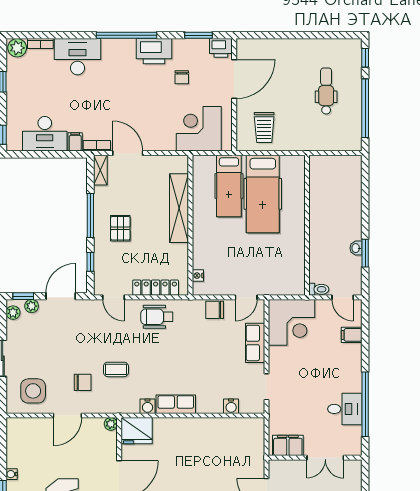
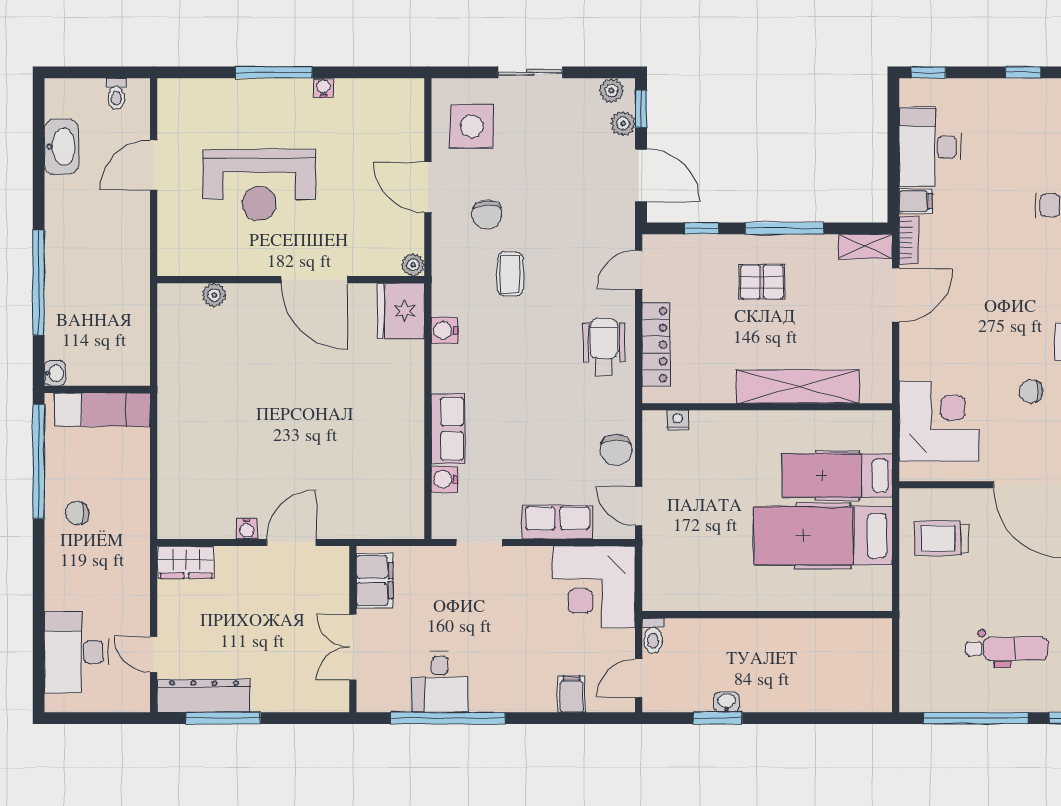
chair: (215, 310) -> (616, 450), turned 180
row of seats: (176, 404) -> (448, 429), moved

